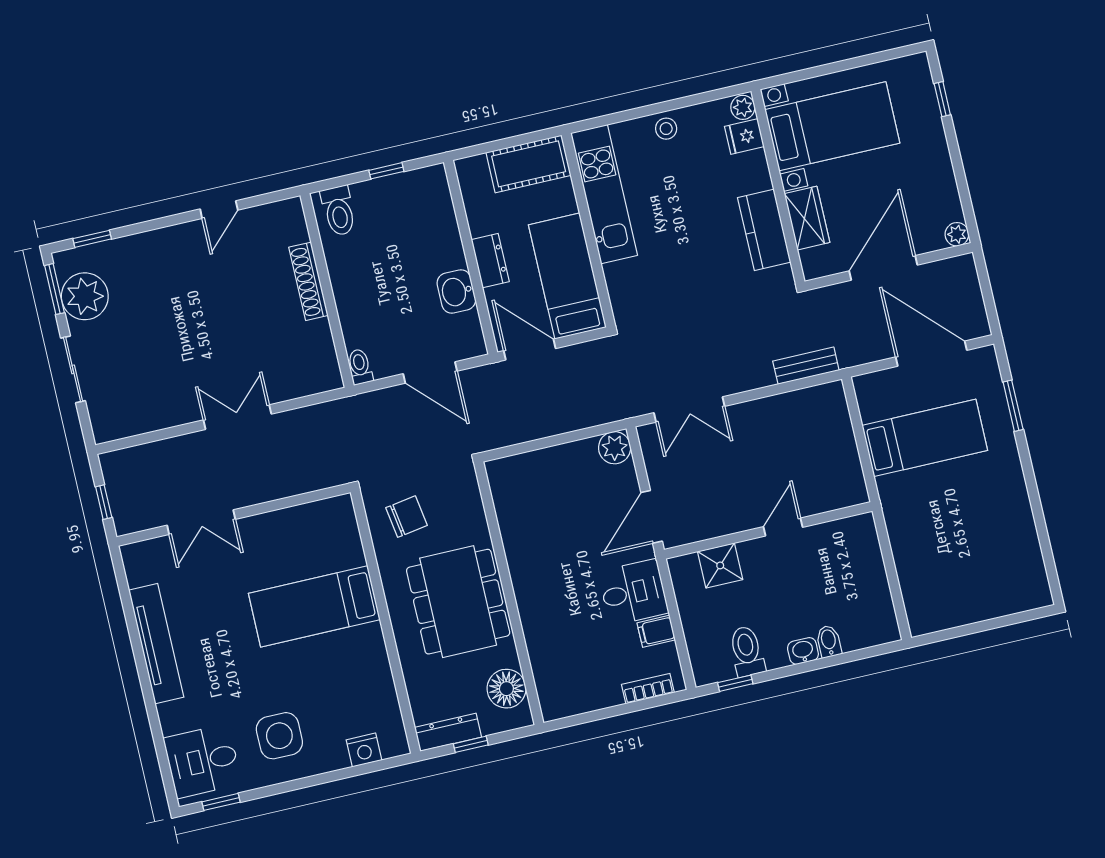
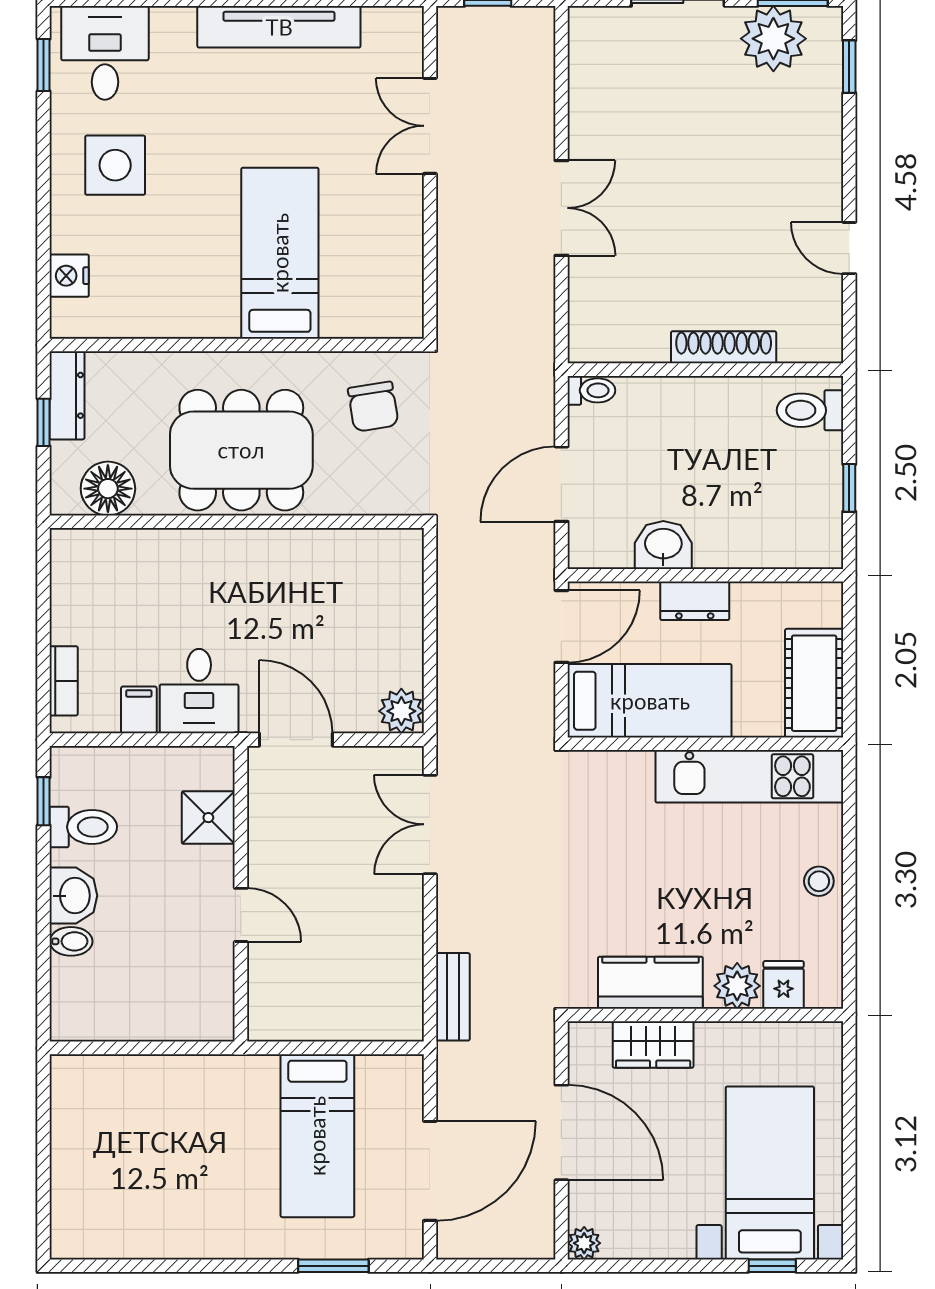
plant: (743, 107) -> (737, 986), moved, width x1.38, depth x1.38
bed with nightstands: (832, 126) -> (770, 1173), moved, turned 180
washbasin: (803, 651) -> (73, 896), width x1.38, depth x1.45

